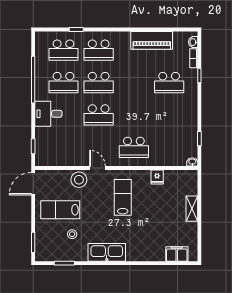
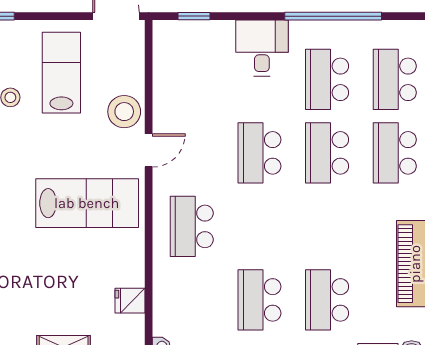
school desk: (169, 115) -> (259, 300), added
fridge: (157, 177) -> (130, 301), moved
lab bench: (123, 197) -> (87, 203), width x1.36, depth x1.39

